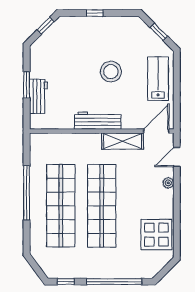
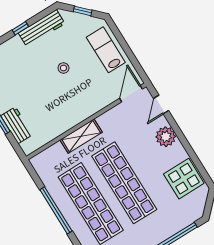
stool: (111, 72) -> (63, 68), width x0.53, depth x0.53
workbench: (98, 121) -> (42, 28), moved, turned 180
shelving: (123, 141) -> (81, 136), moved
plant: (168, 183) -> (166, 137), width x1.88, depth x1.88

